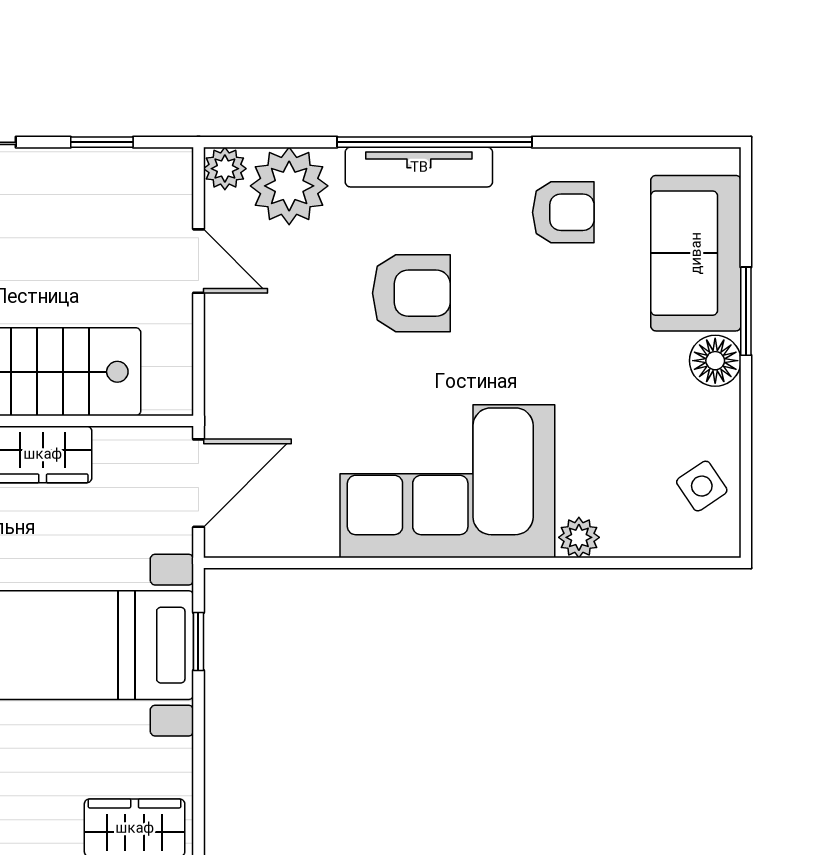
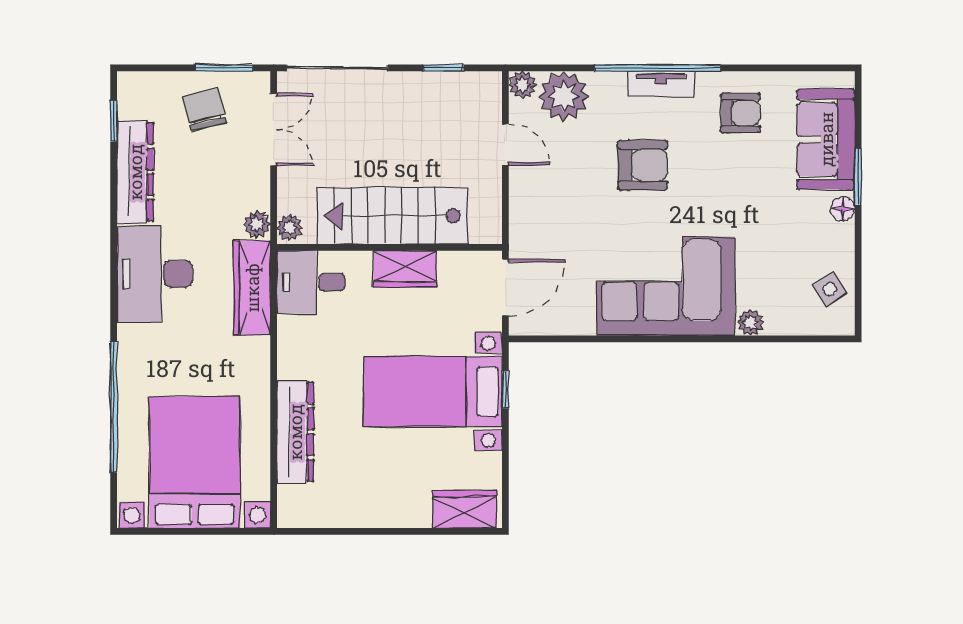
tv unit: (419, 167) -> (661, 84), width x0.71
floor lamp: (715, 361) -> (843, 209), width x0.73, depth x0.73

